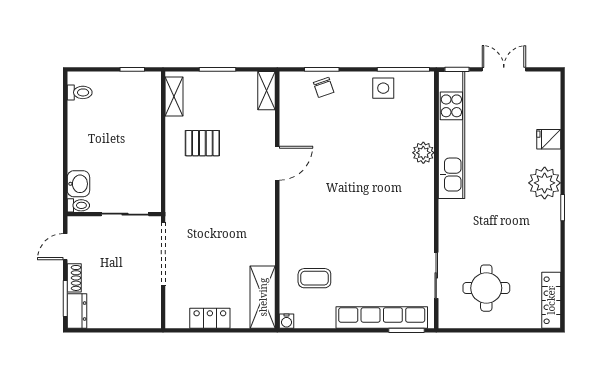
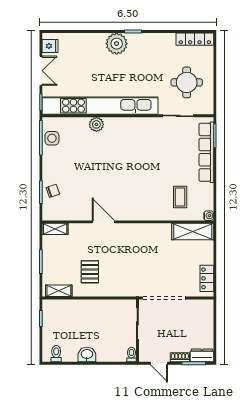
double door: (504, 69) -> (41, 71), swing flipped
side table: (383, 88) -> (52, 138), moved
kitchen unit: (451, 135) -> (100, 106), width x1.36
fridge: (549, 139) -> (50, 46), moved, turned -90
washbasin: (78, 184) -> (87, 354), moved
locker: (210, 318) -> (207, 278), moved

